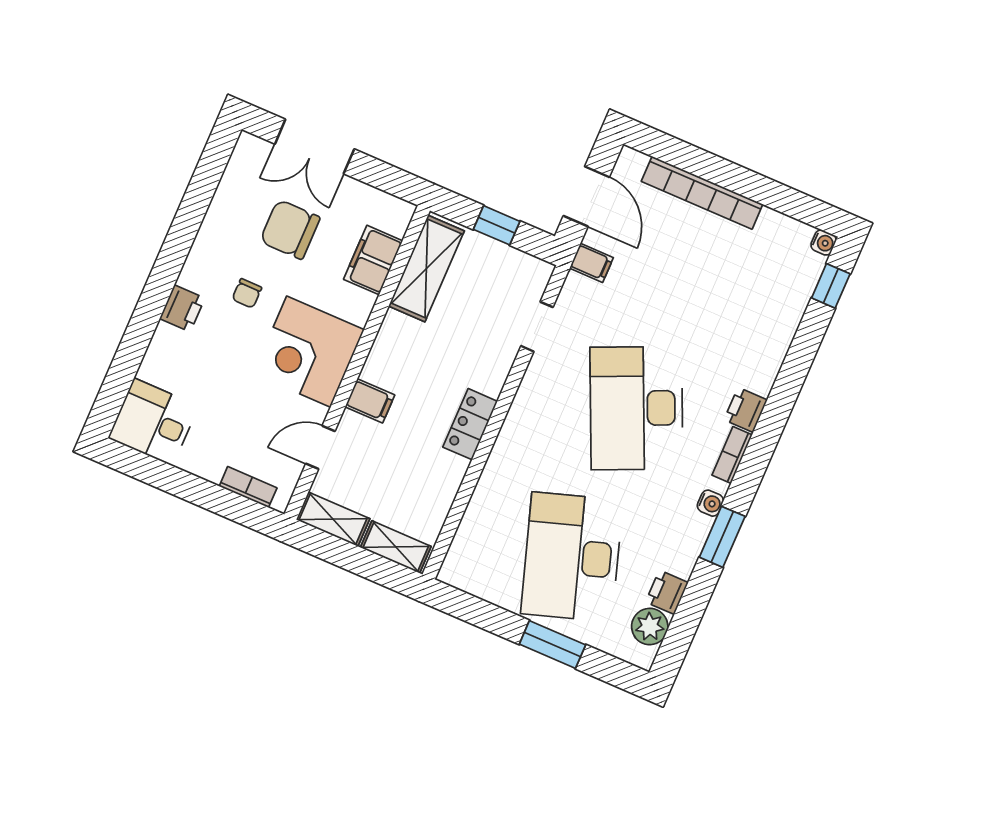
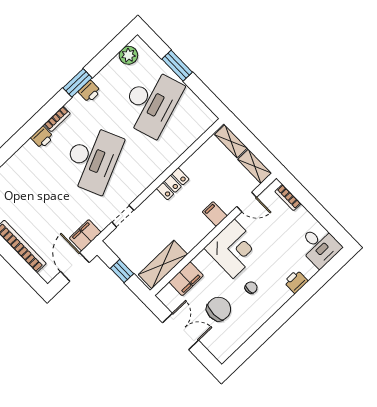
double door: (315, 146) -> (180, 332), moved
chair: (290, 229) -> (219, 309), turned -90
filing cabinet: (591, 263) -> (85, 235), width x2.00
printer: (182, 308) -> (296, 282), moved
water cooler: (710, 503) -> (76, 101), removed
printer: (667, 592) -> (89, 91), moved

